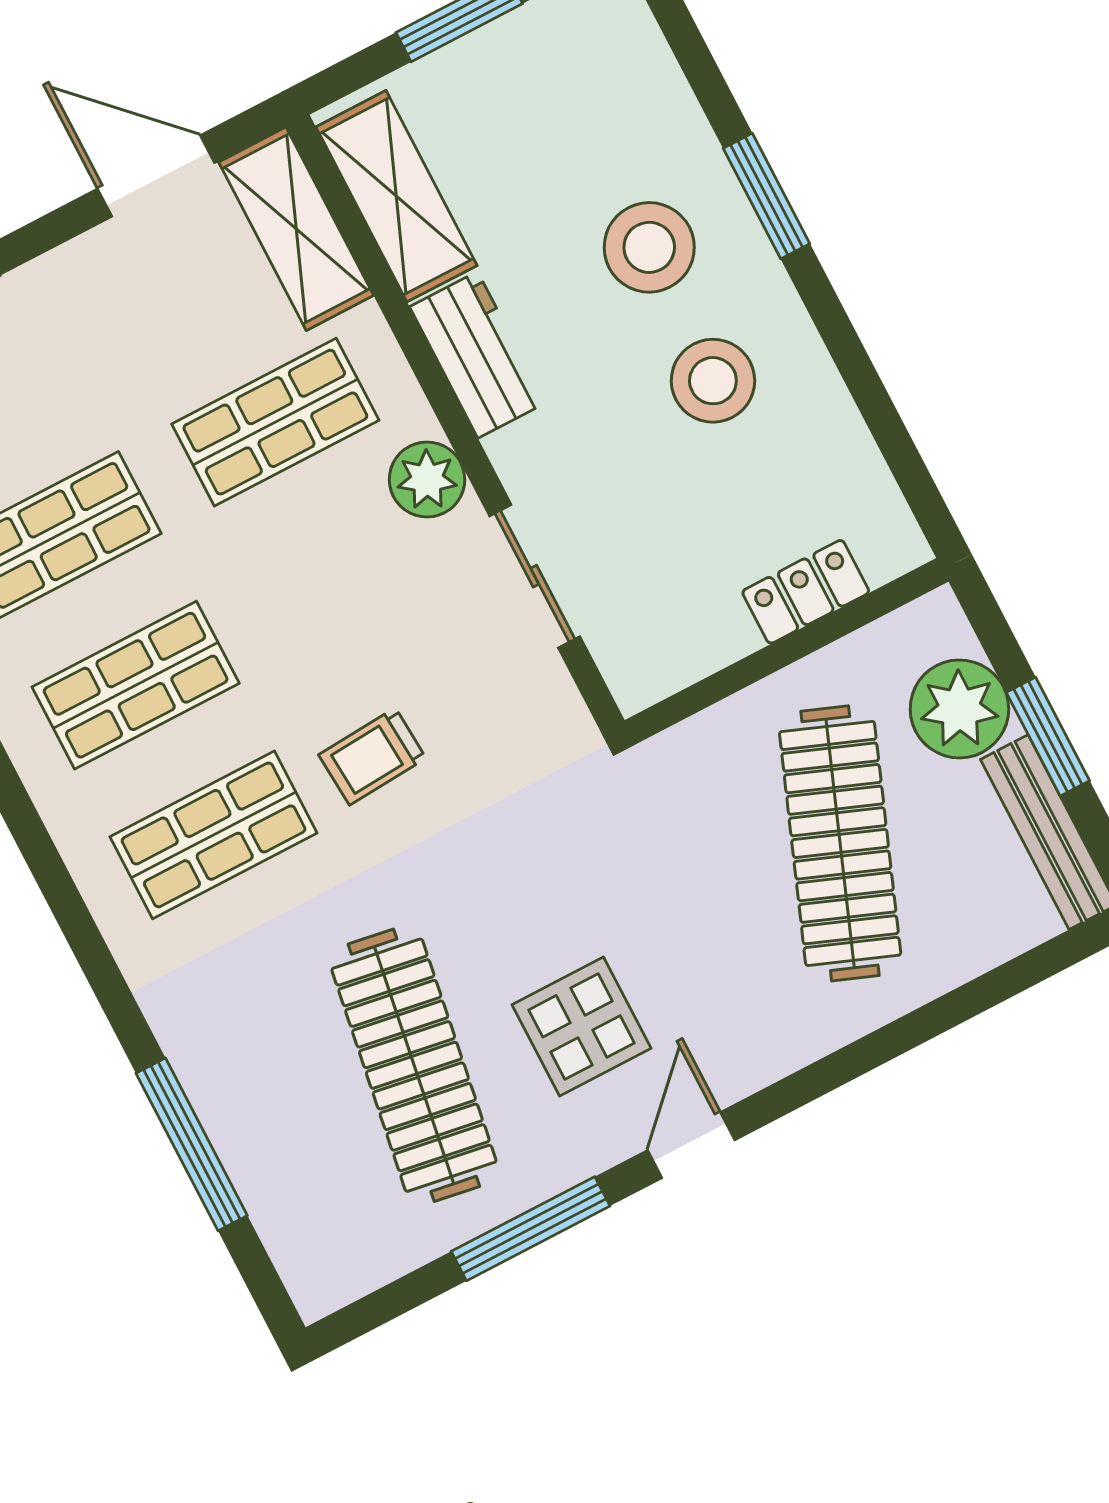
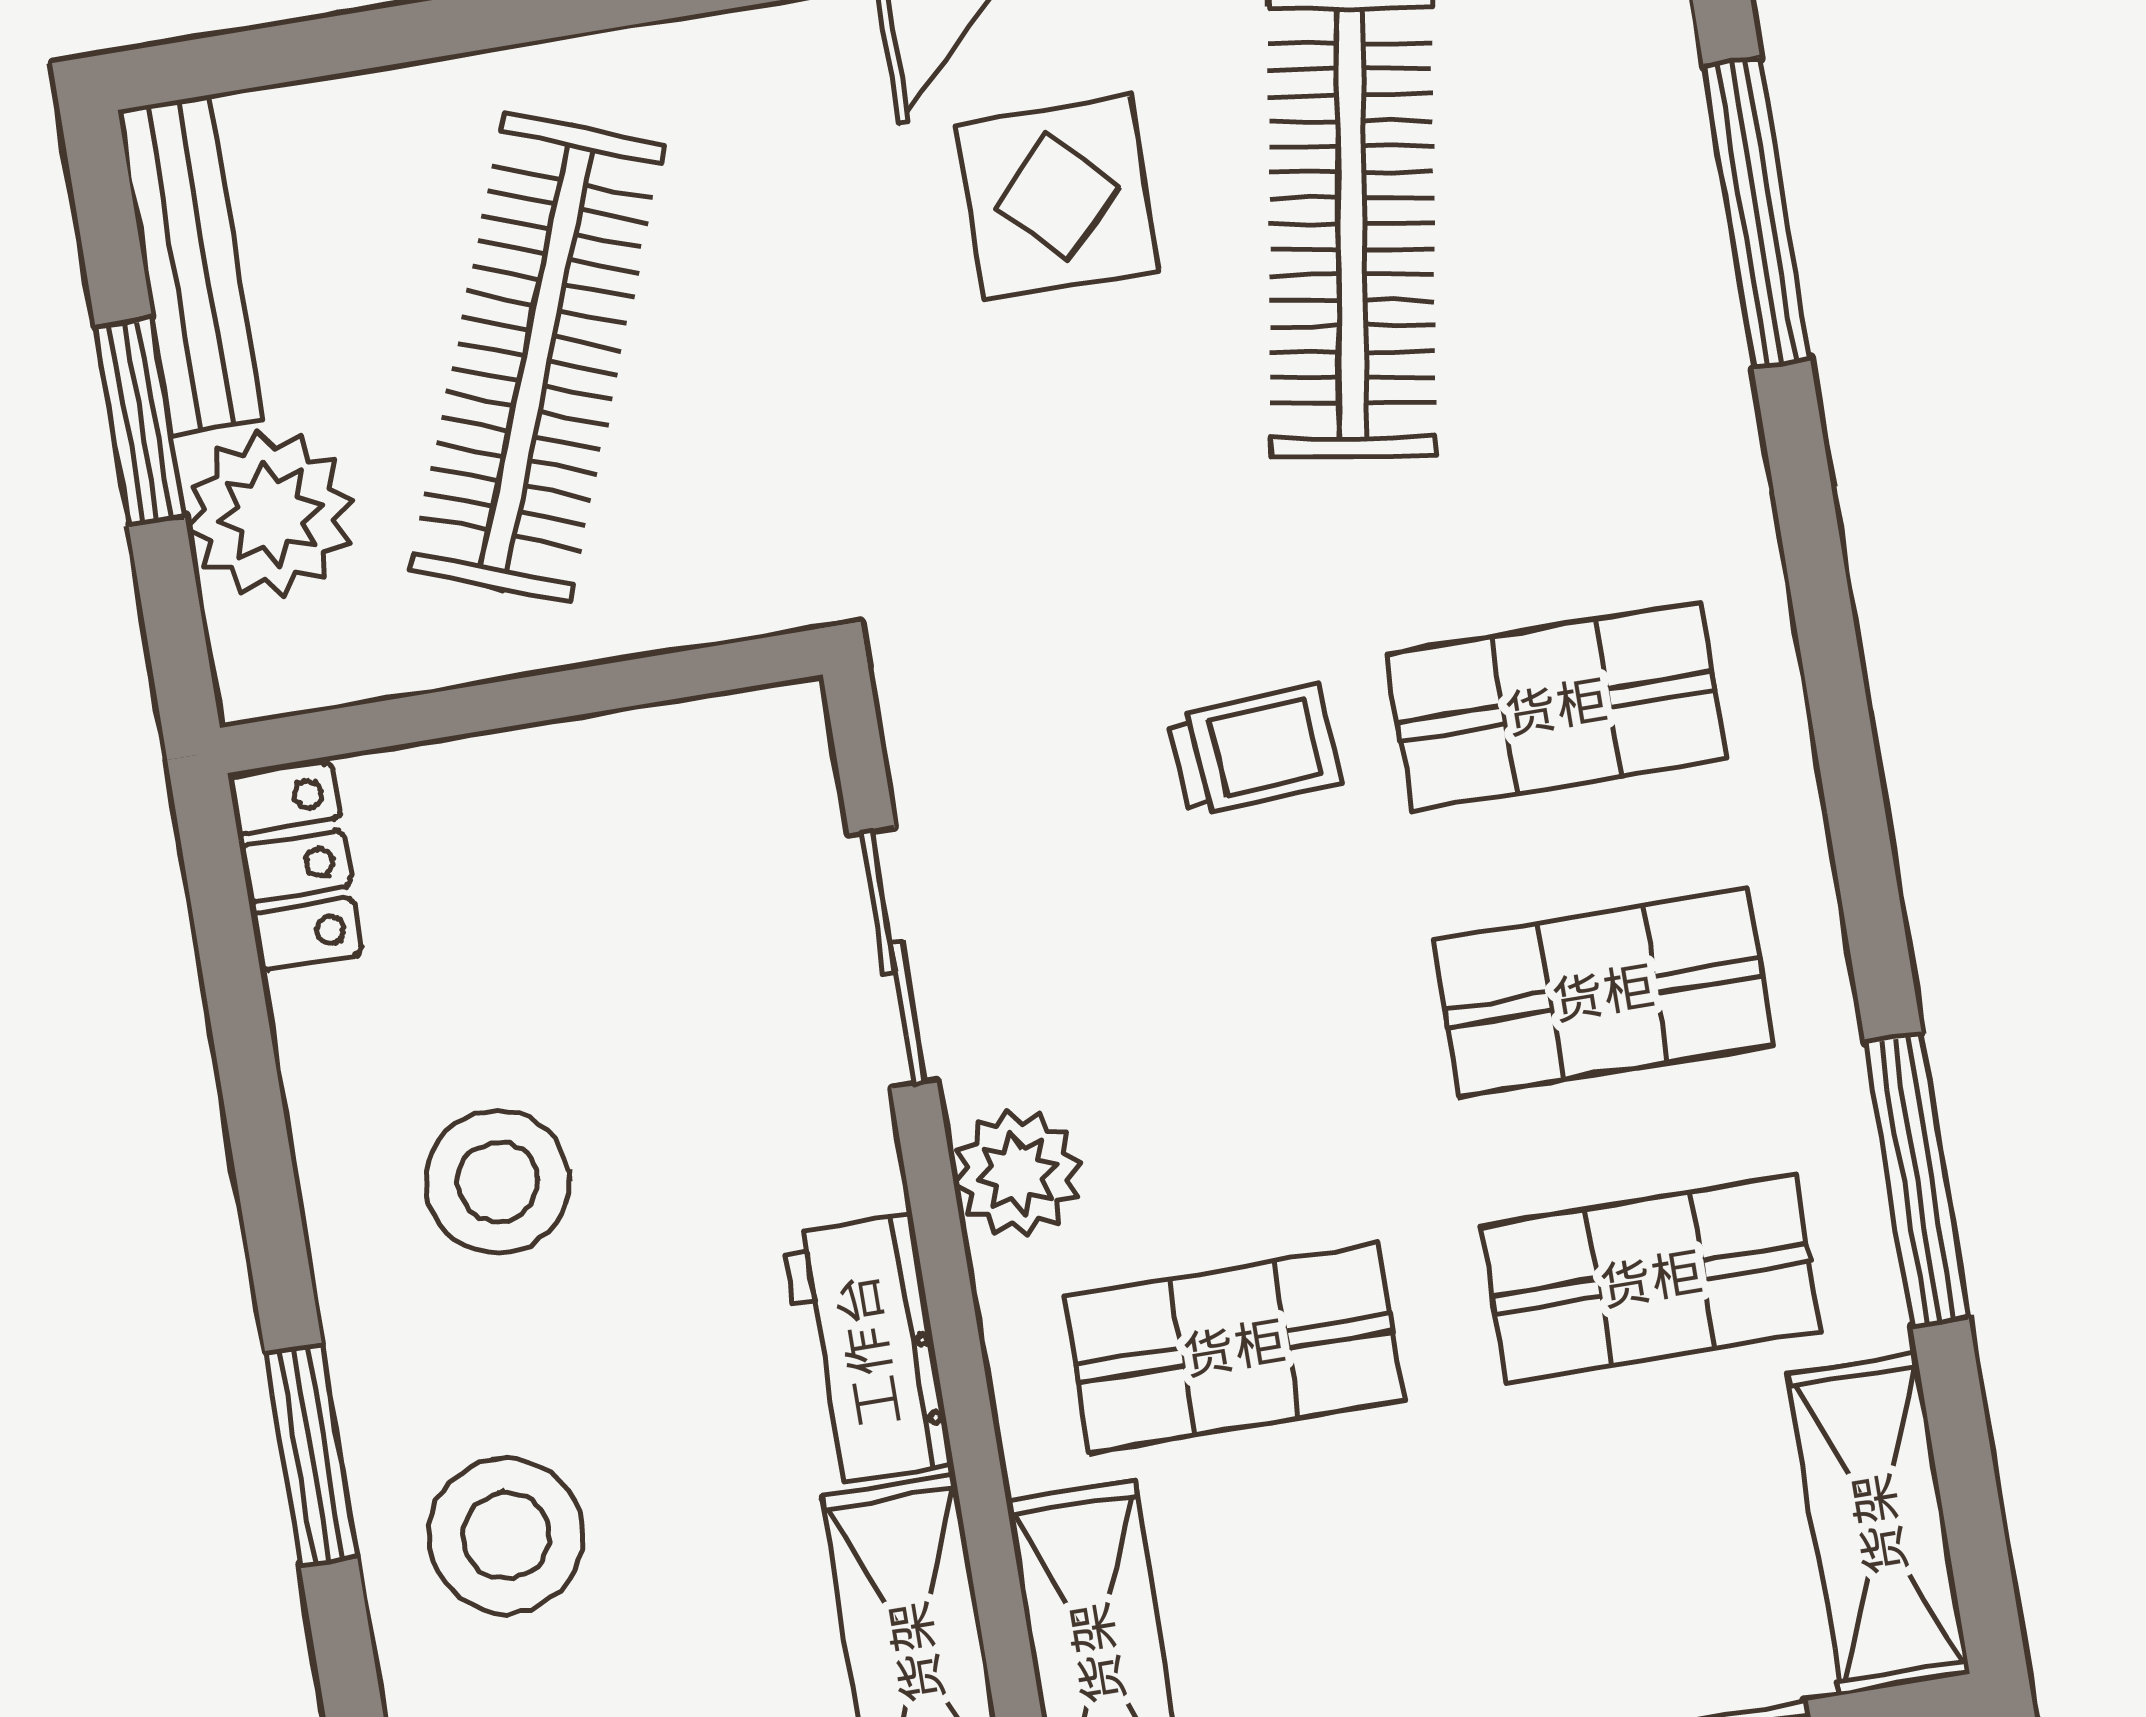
stool: (649, 247) -> (506, 1536), moved
locker: (806, 592) -> (296, 866), moved, turned -90

